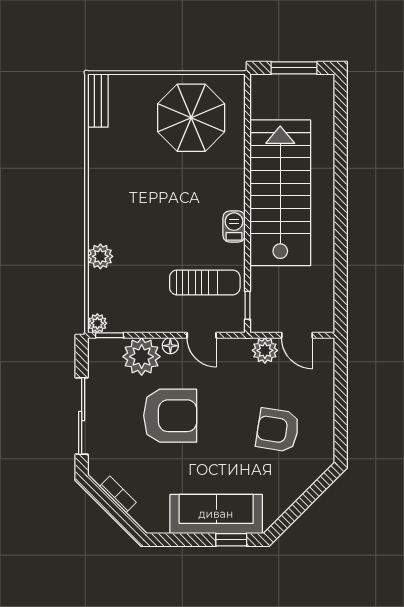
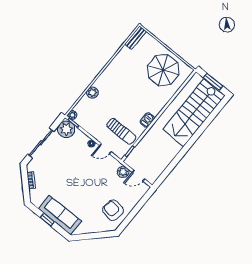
stairs: (280, 193) -> (194, 113), moved, turned 180
door: (202, 335) -> (105, 149), hinge flipped
door: (297, 335) -> (138, 176), hinge flipped
plant: (142, 357) -> (66, 129), moved
armchair: (170, 416) -> (72, 168), removed
armchair: (278, 430) -> (113, 210), moved
window: (231, 540) -> (47, 220), moved

